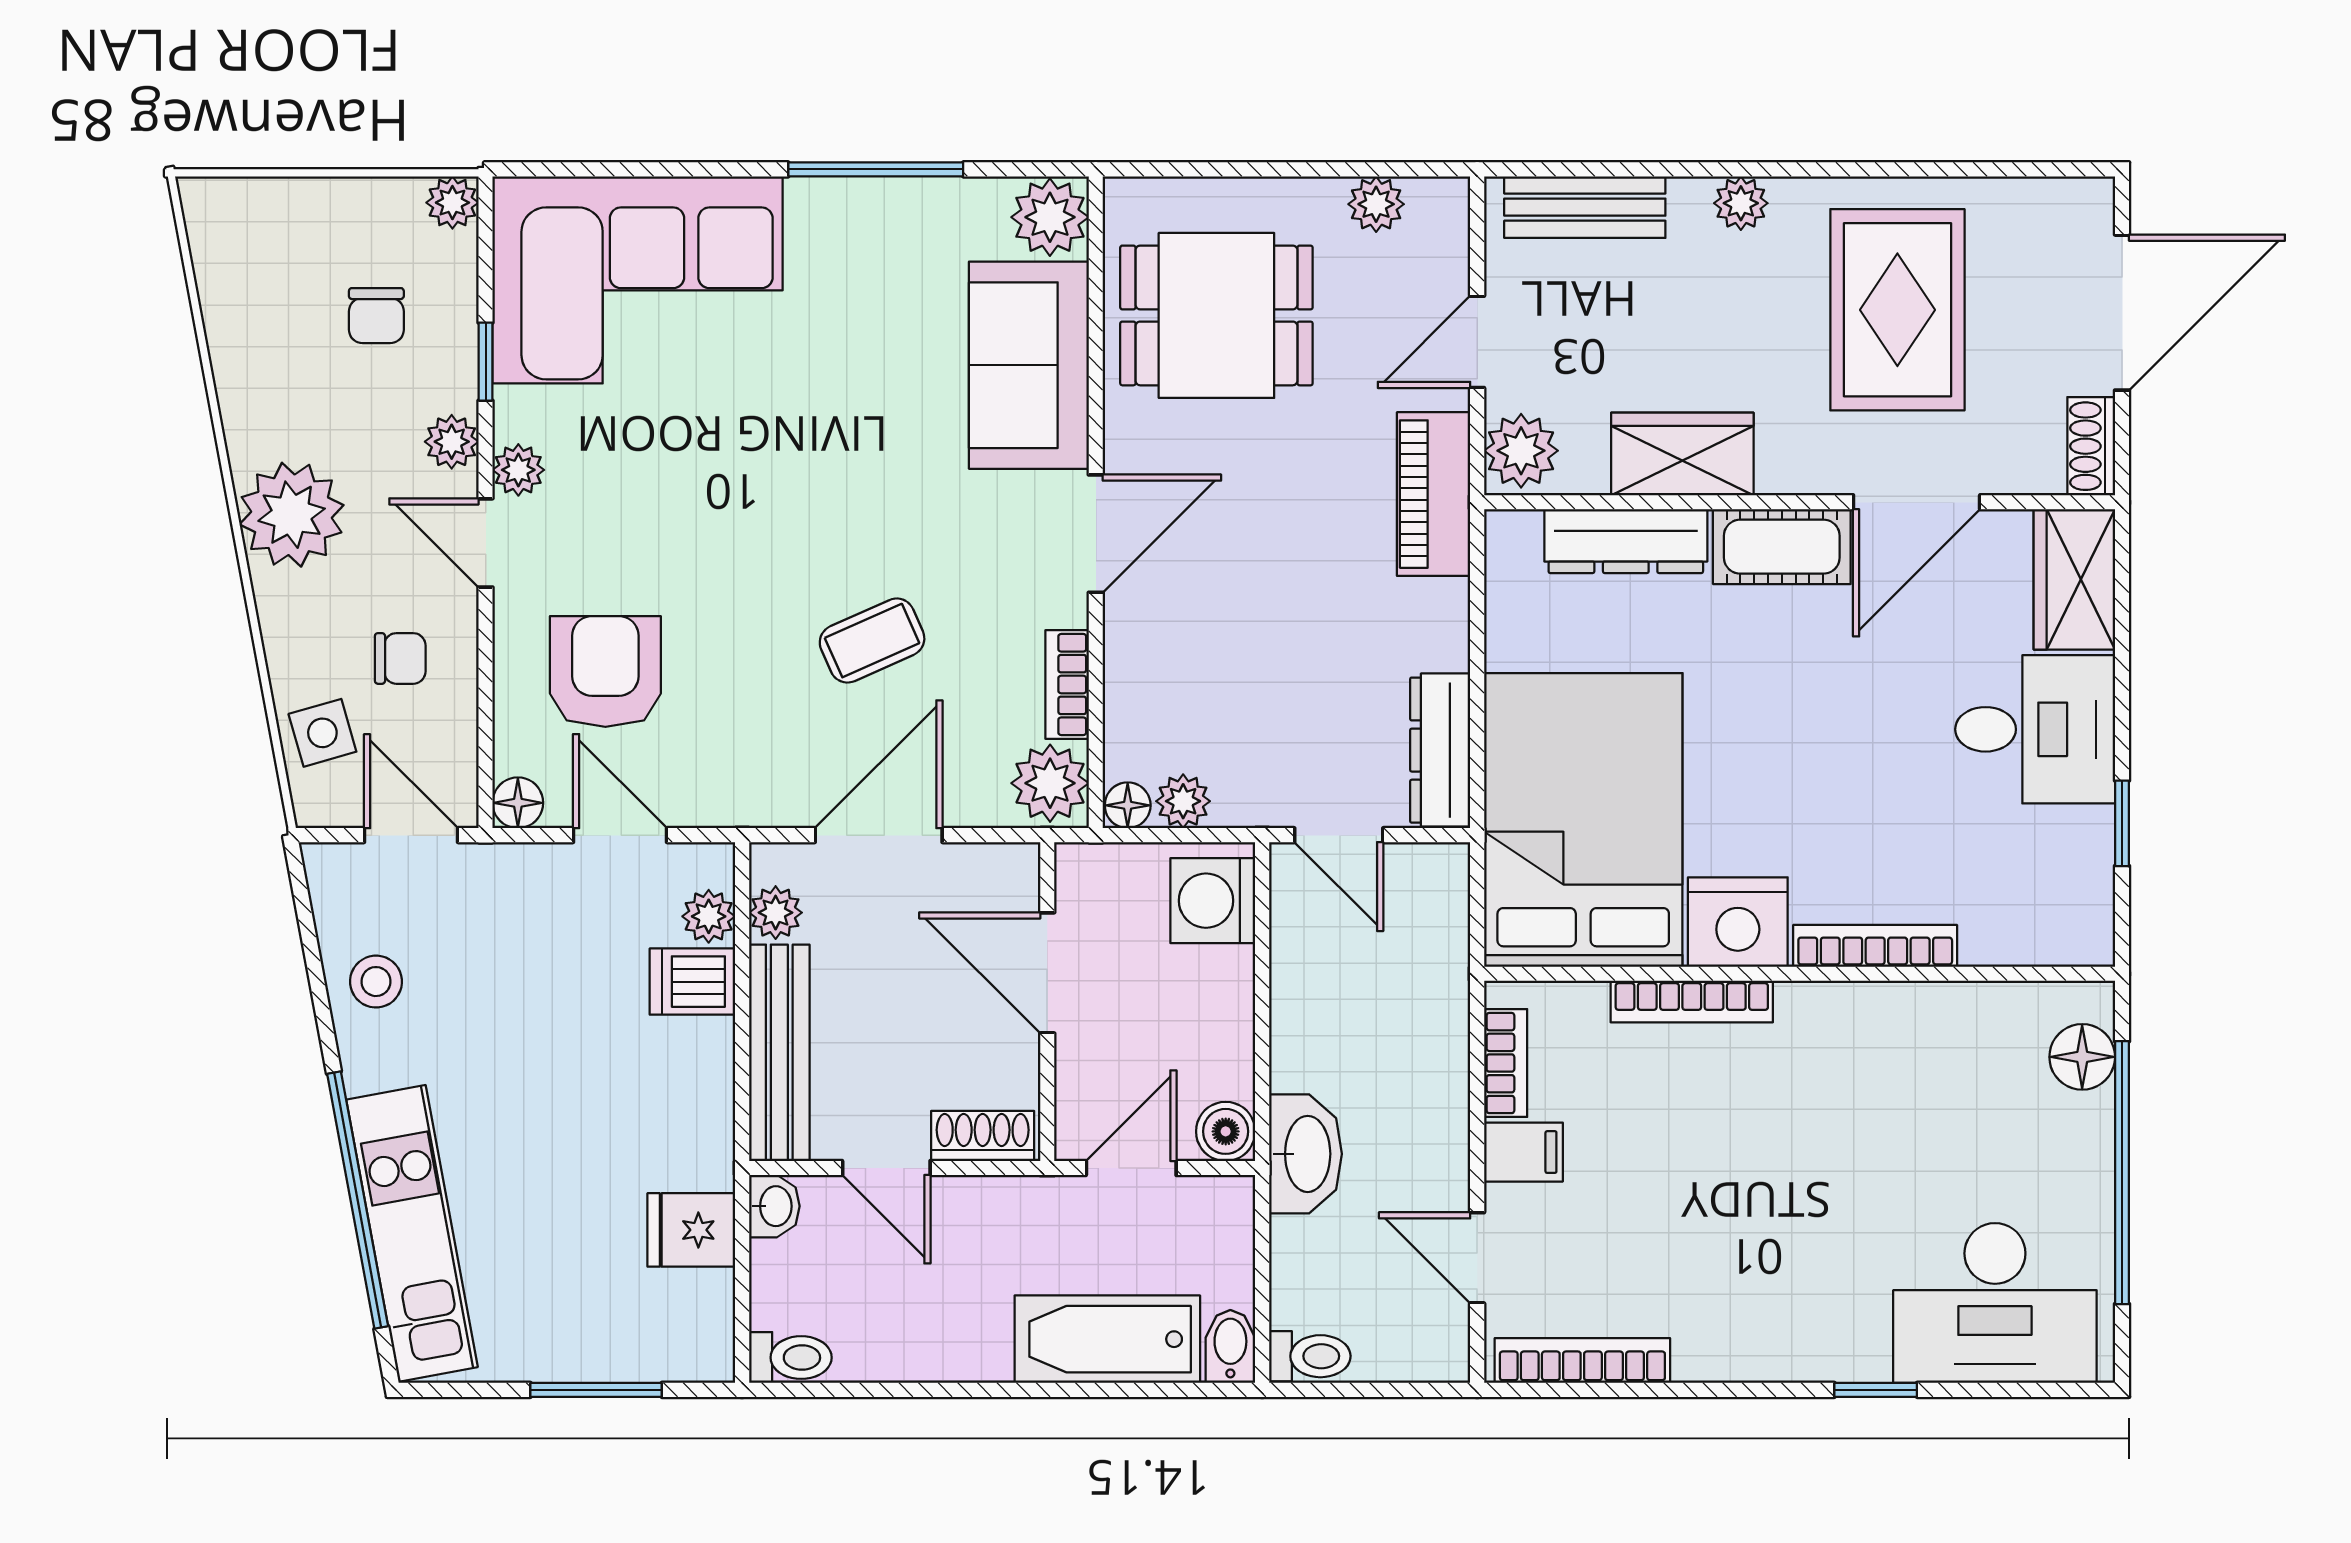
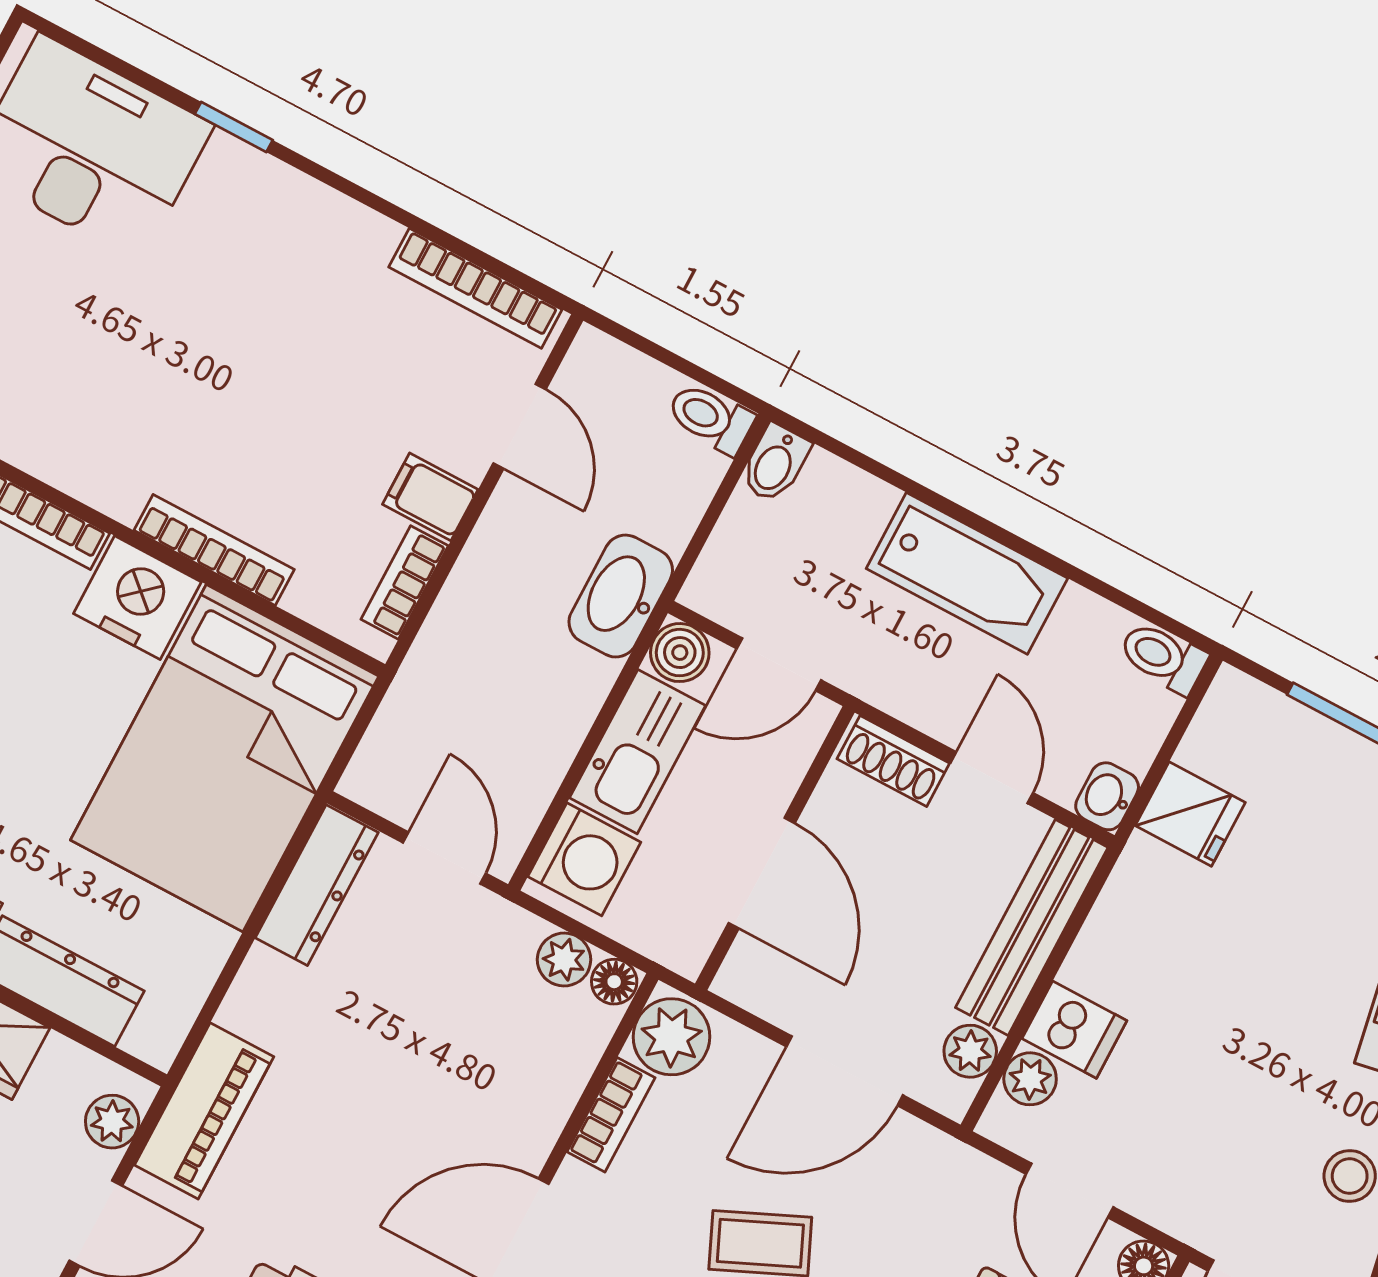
plant: (1521, 451) -> (112, 1122), width x0.73, depth x0.73
kitchen sink: (1216, 1022) -> (638, 752), added
bathtub: (1107, 1339) -> (967, 573), moved

